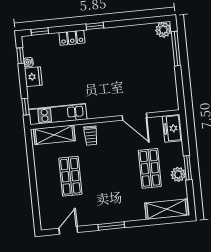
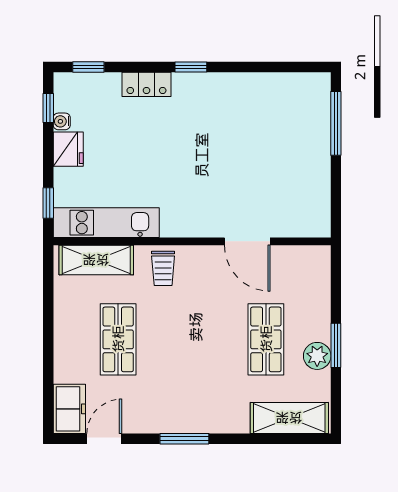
plant: (163, 30) -> (316, 87), removed
freezer: (172, 128) -> (69, 409), moved, turned 180

